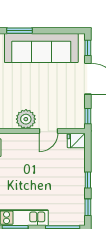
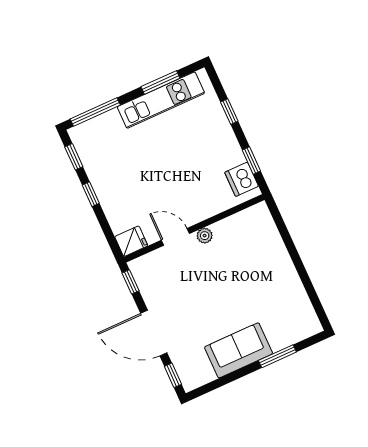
sofa: (41, 48) -> (239, 350), width x0.54, depth x0.79
plant: (26, 119) -> (205, 236), width x0.53, depth x0.53
door: (48, 131) -> (175, 237), hinge flipped

